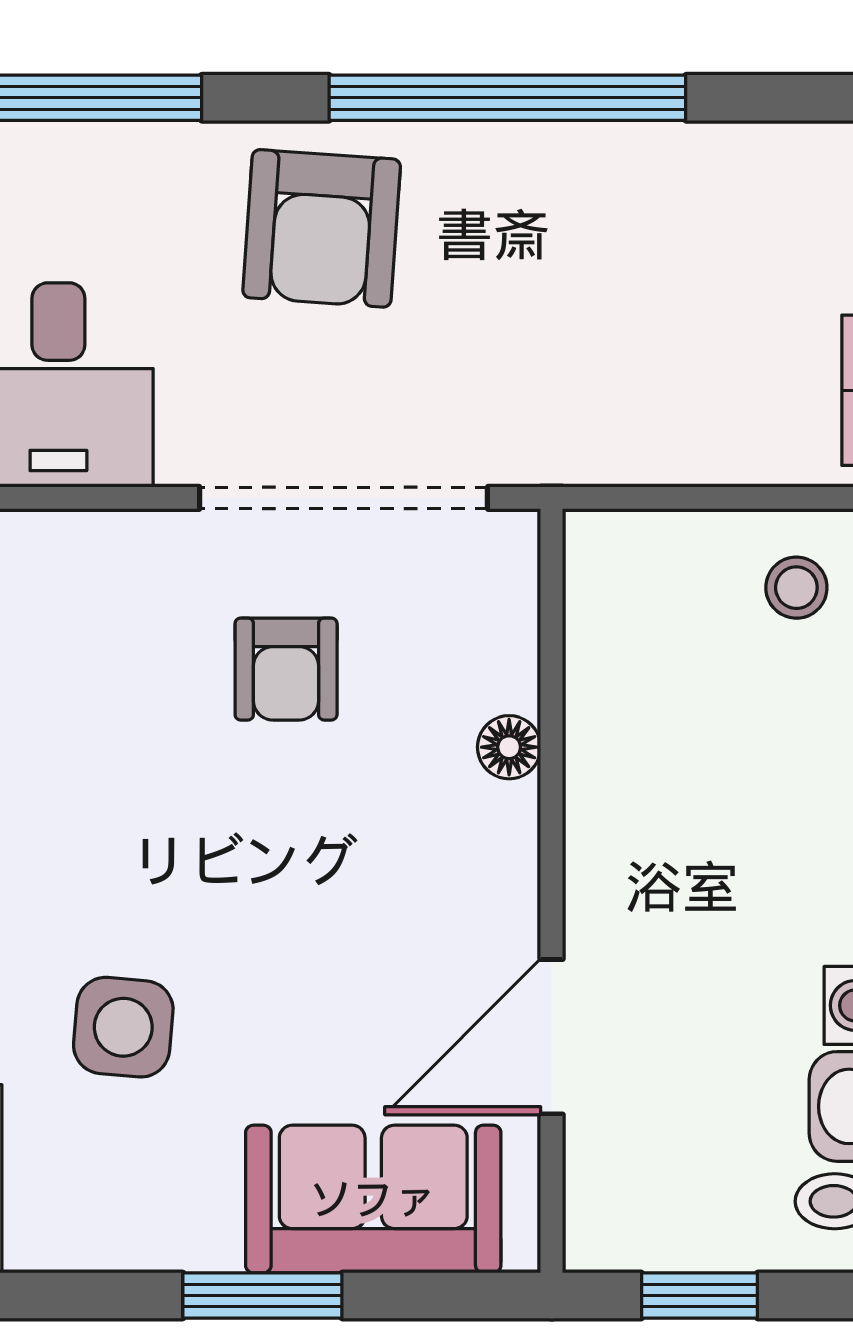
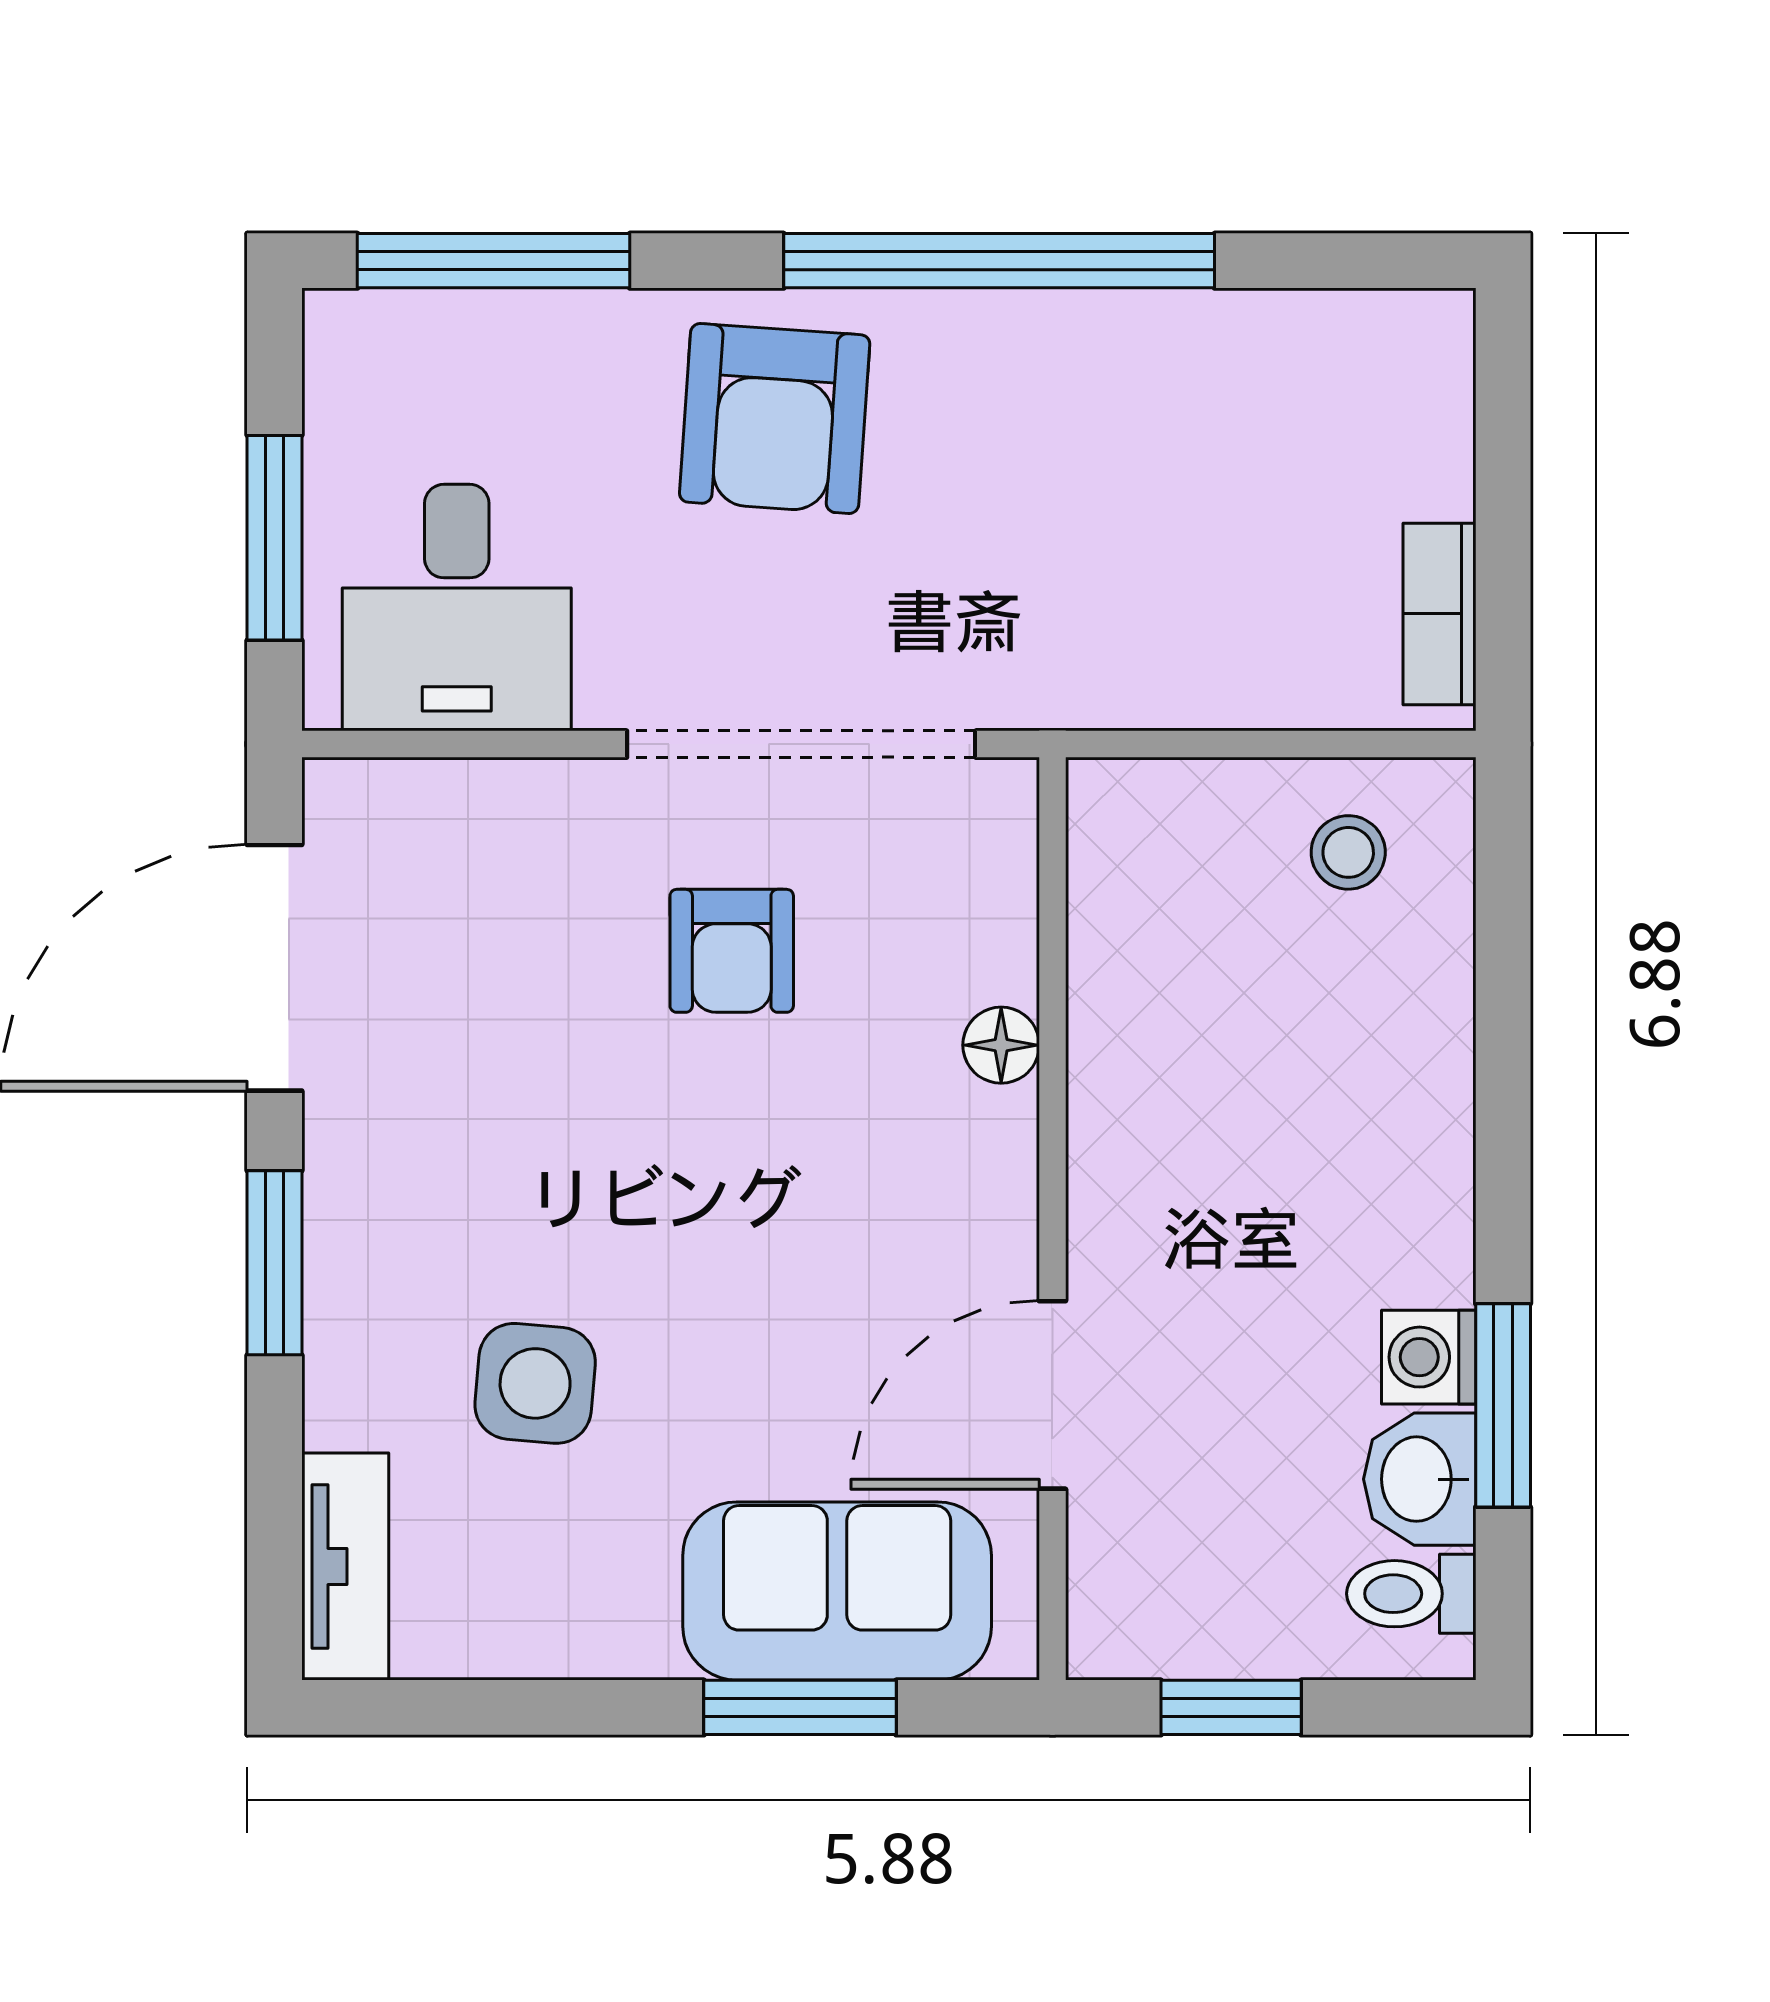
window: (262, 1295) -> (800, 1707), moved

